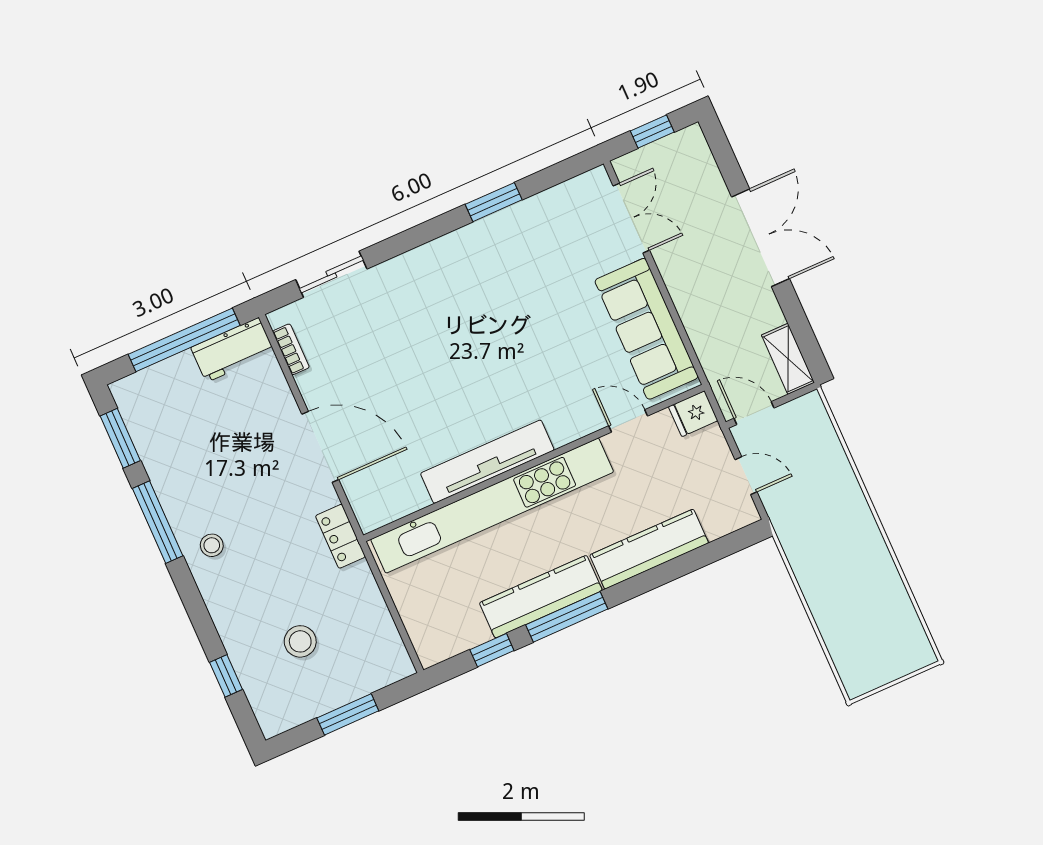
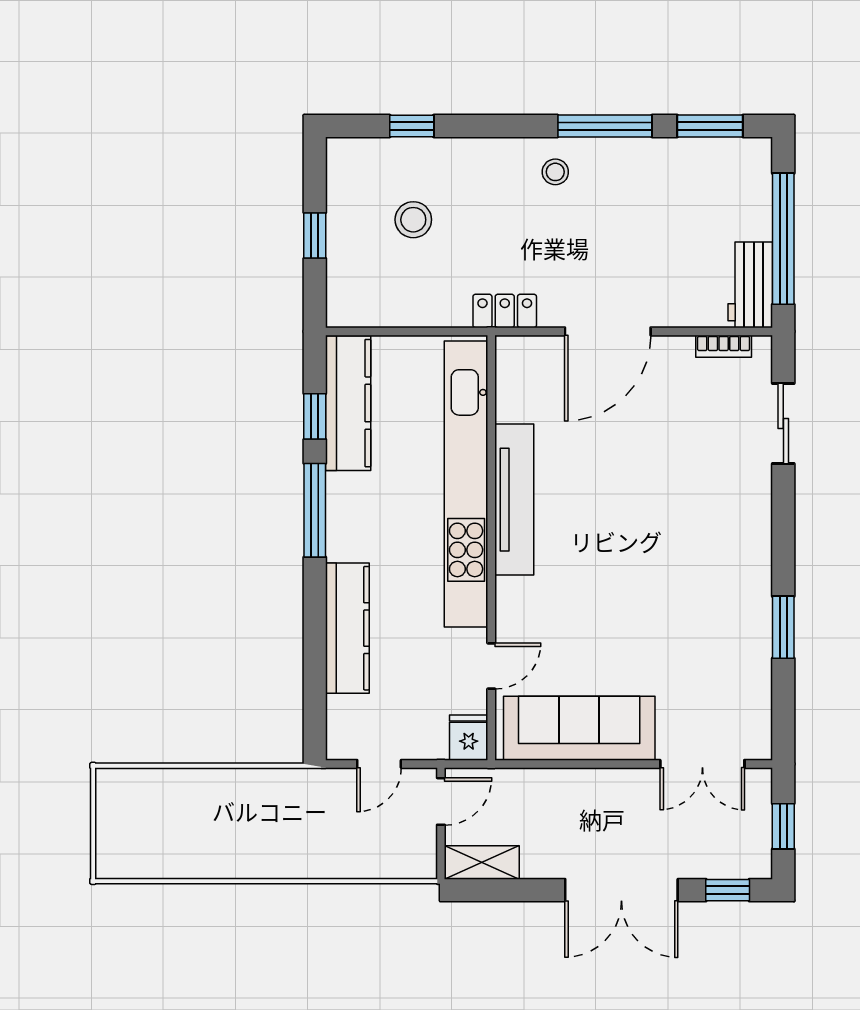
window: (723, 153) -> (728, 890), added
kitchen counter: (541, 597) -> (348, 403), moved
window: (348, 714) -> (315, 236), width x0.67

